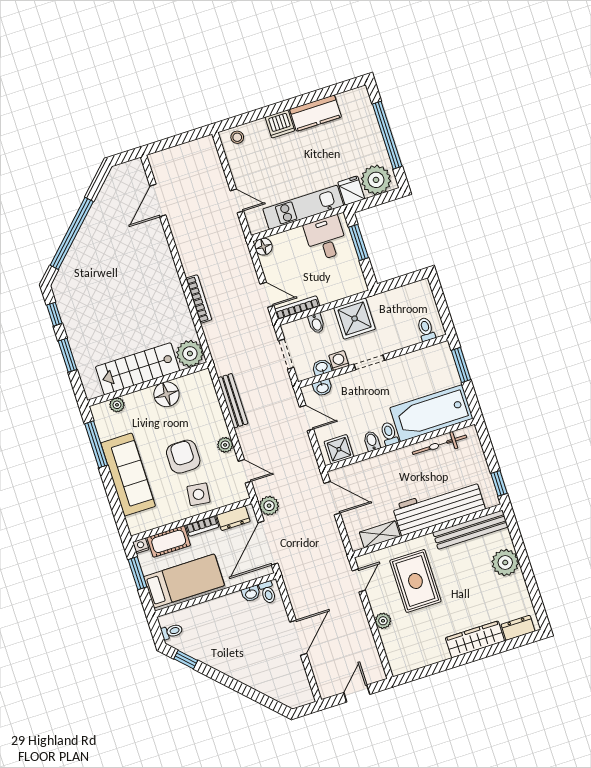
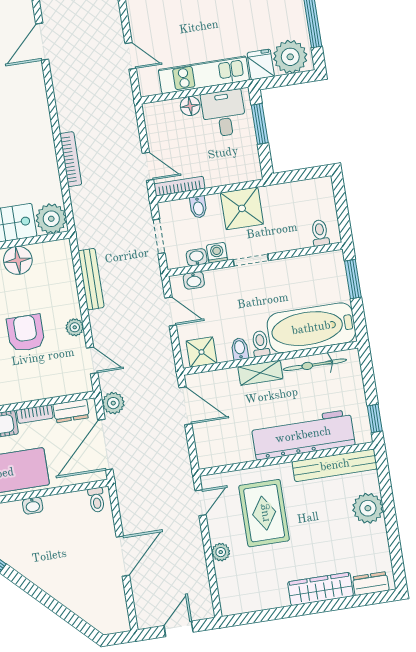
floor lamp: (263, 247) -> (190, 106), moved
side table: (199, 494) -> (36, 378), removed
shelving: (380, 534) -> (260, 373), moved
washbasin: (251, 594) -> (33, 506), moved

